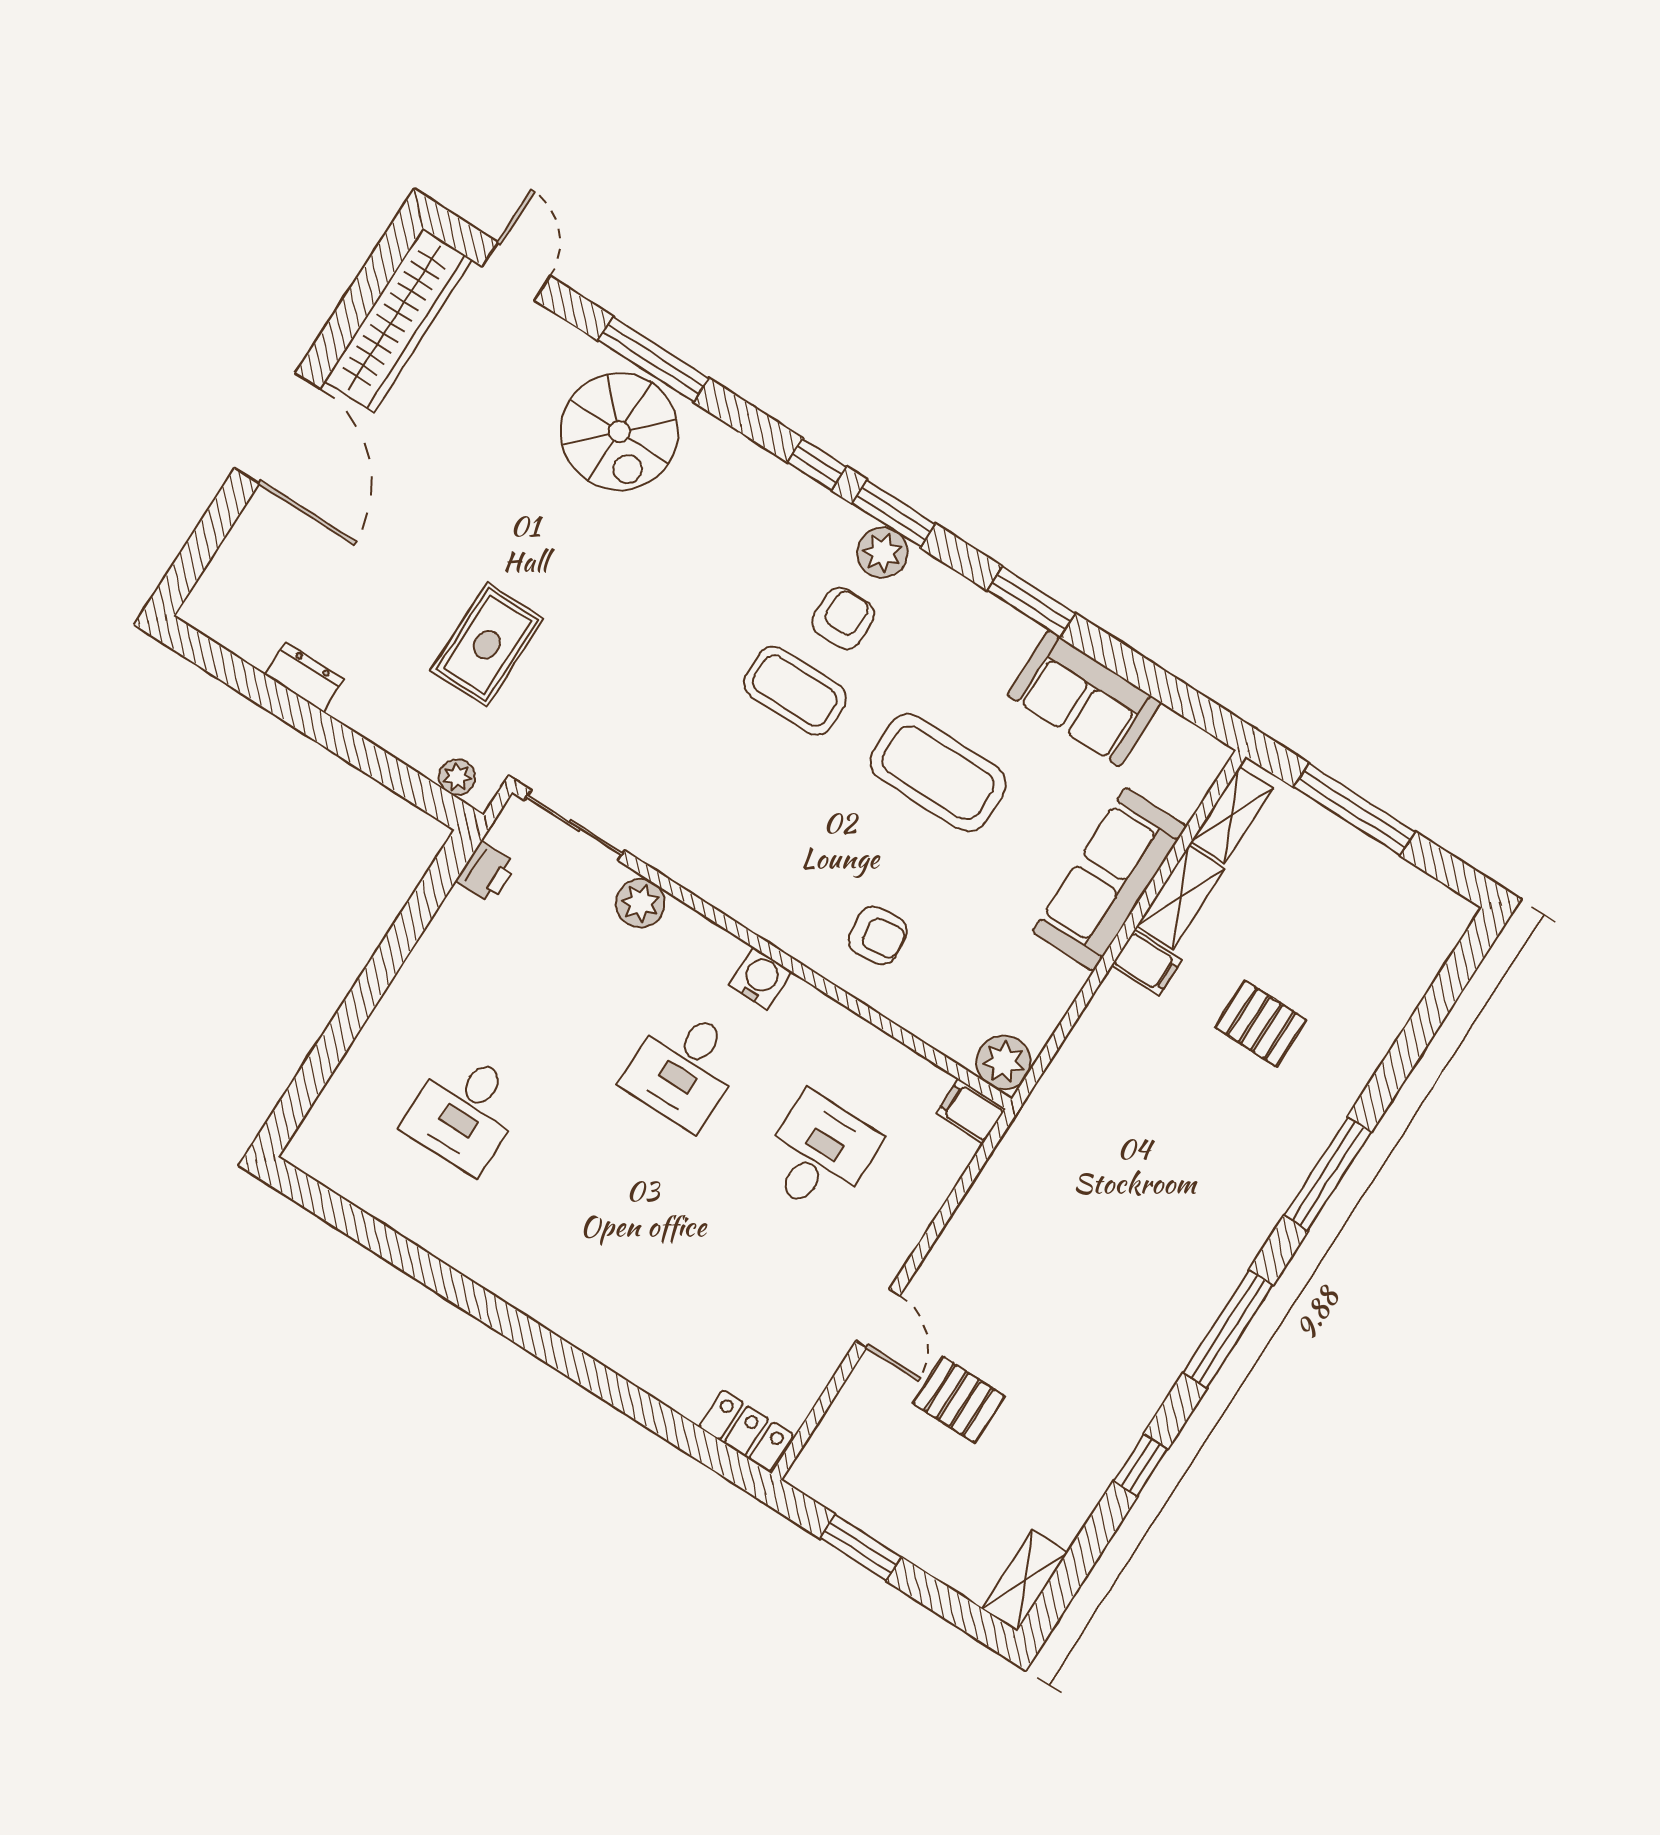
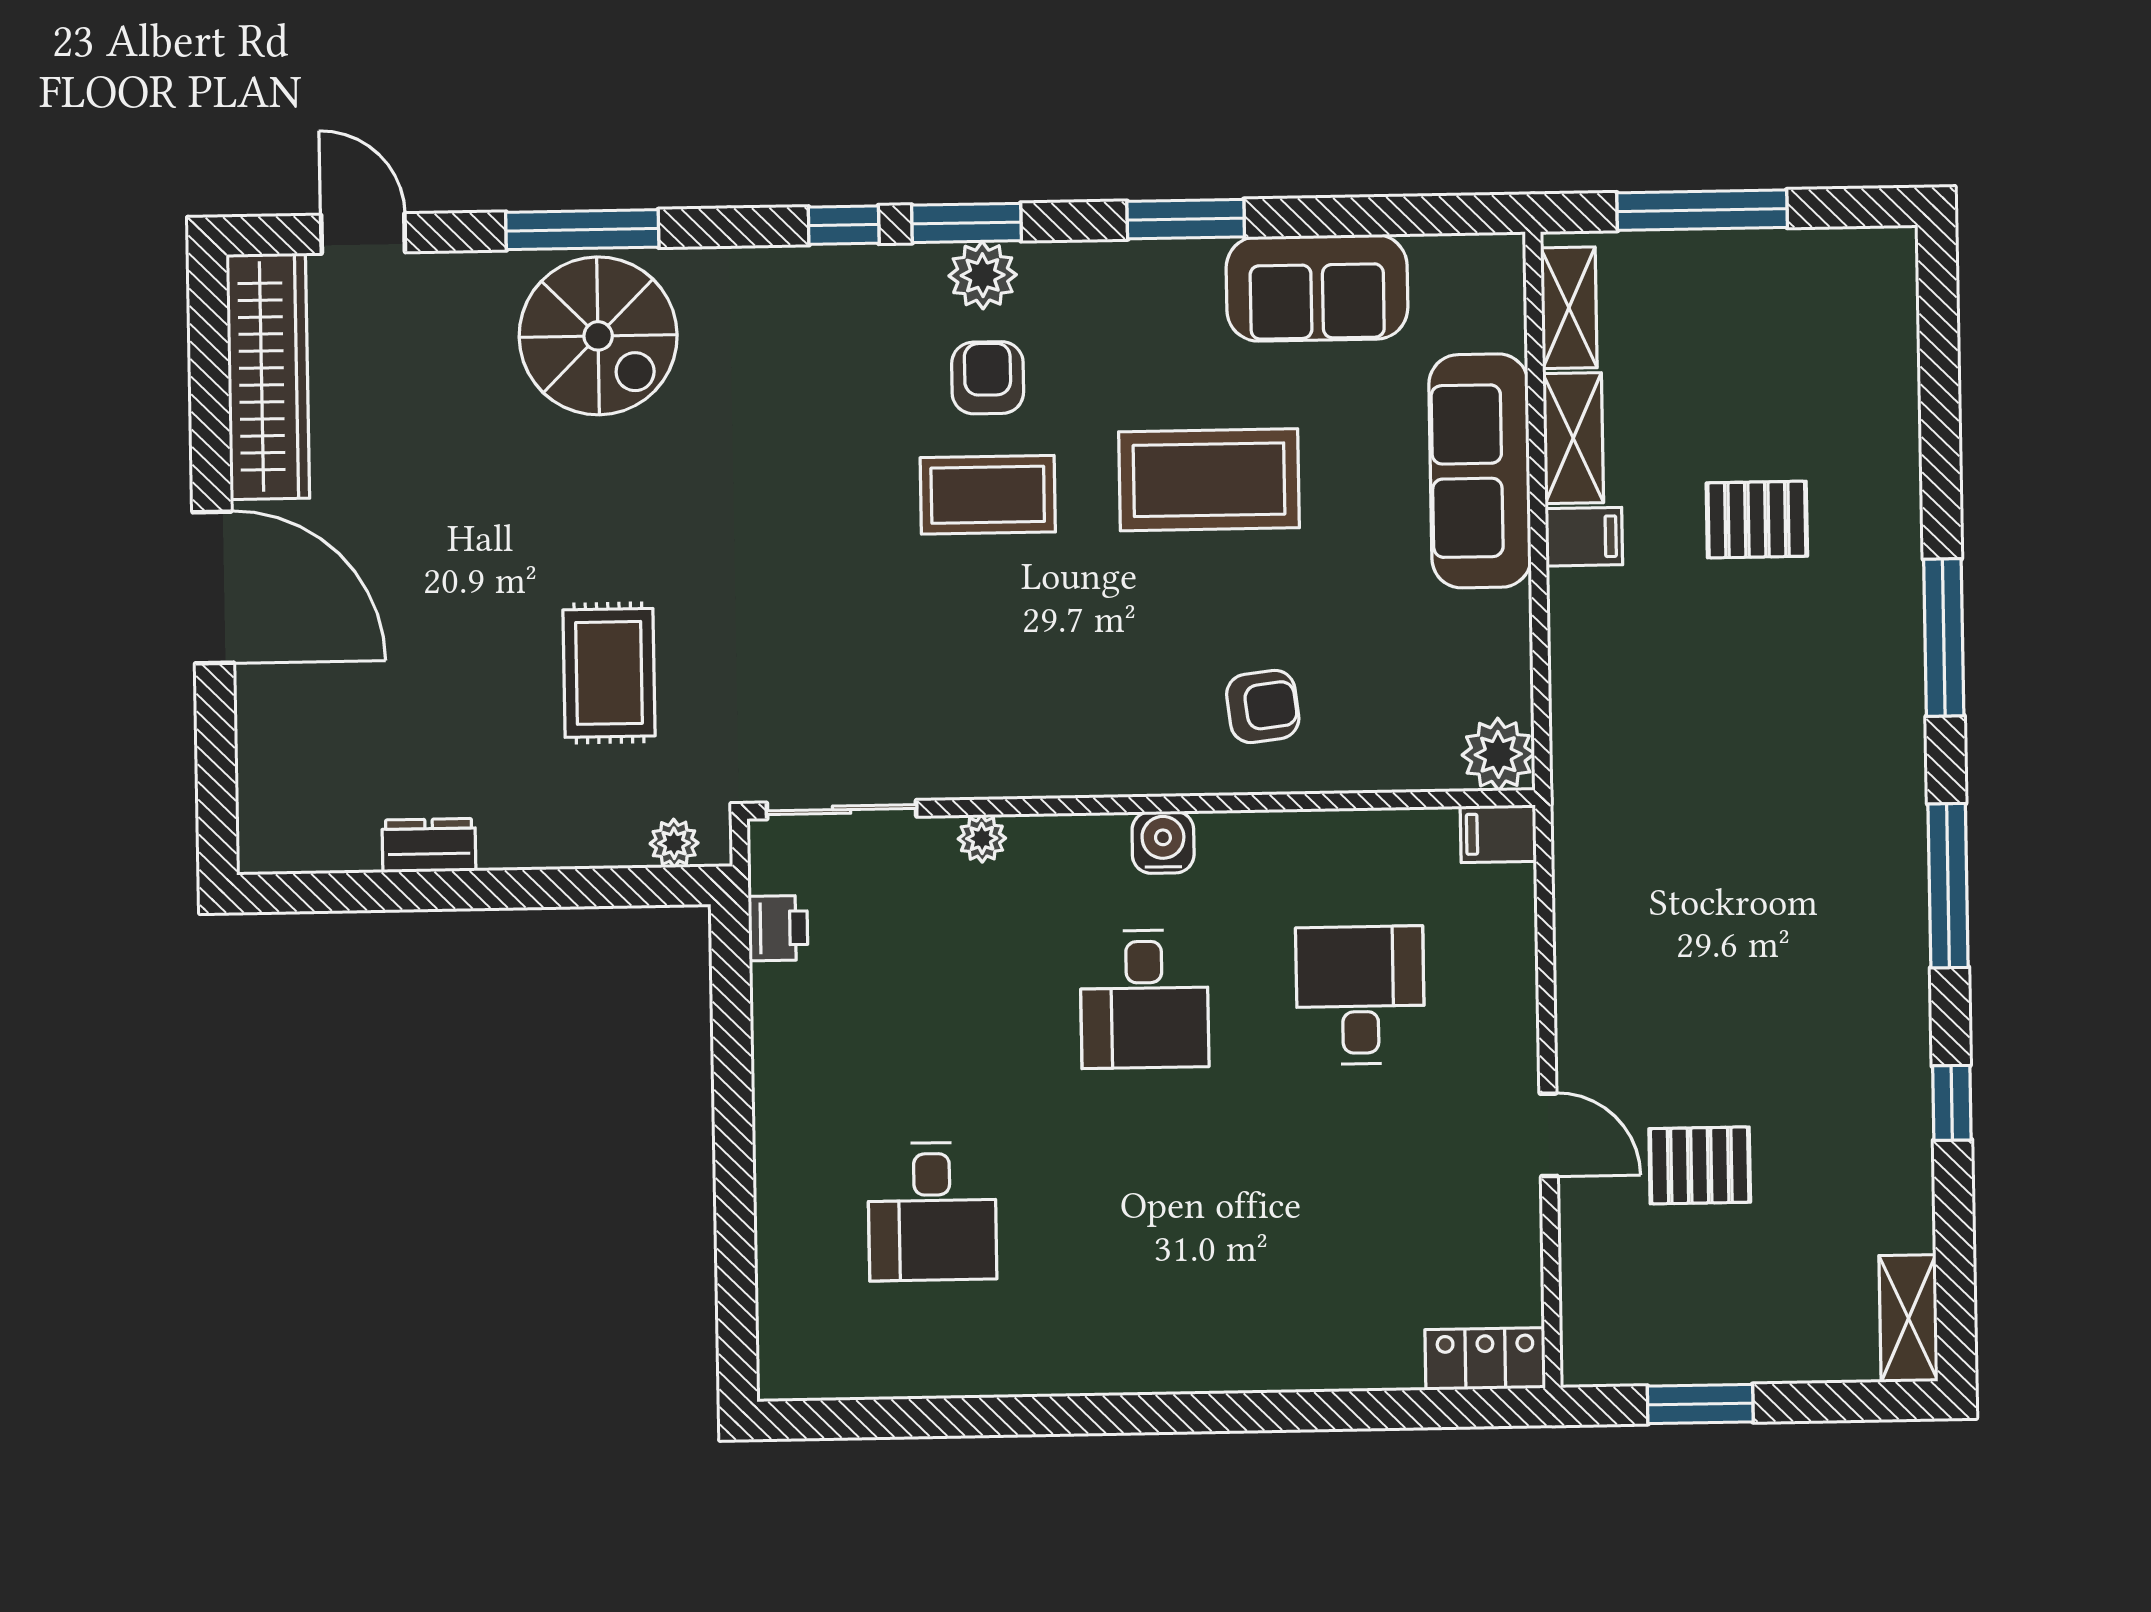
plant: (640, 903) -> (982, 838), width x0.73, depth x0.73

